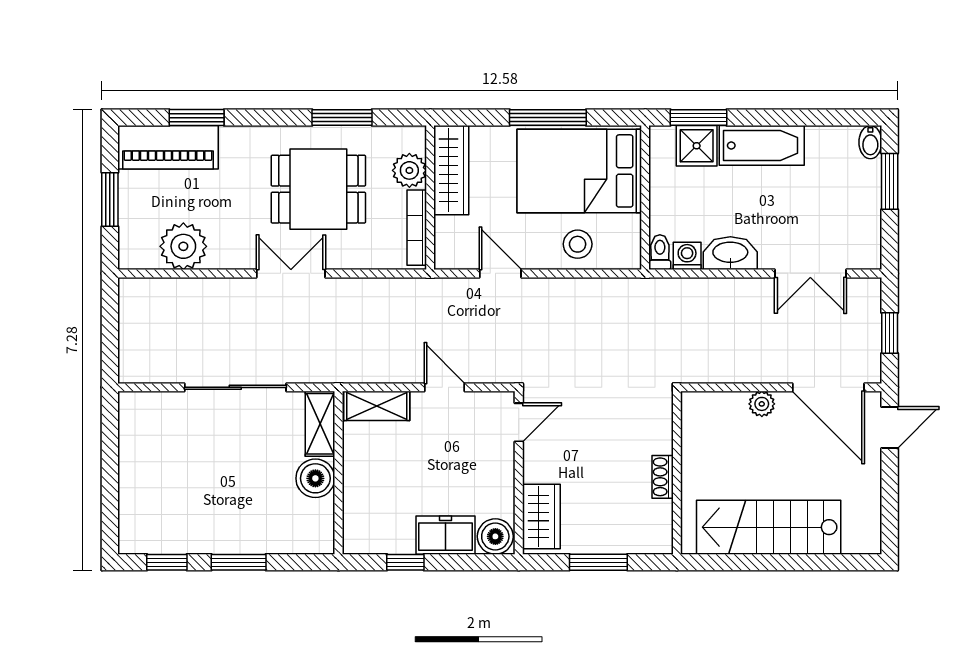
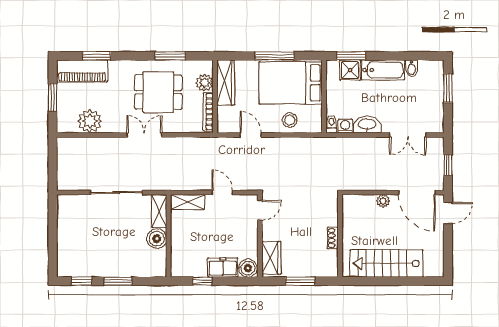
bidet: (870, 142) -> (412, 68), moved

